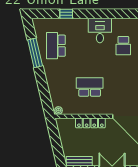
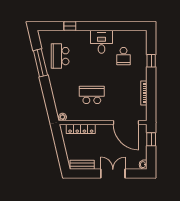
locker: (90, 123) -> (81, 129), moved

